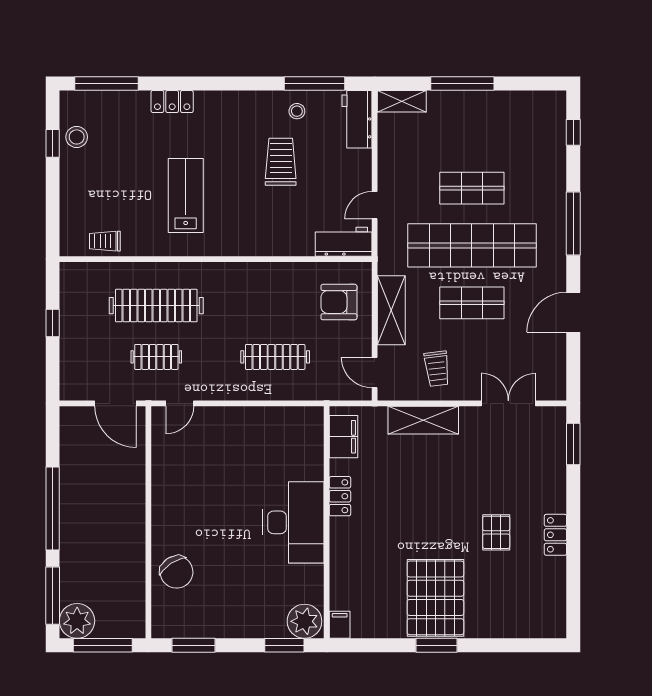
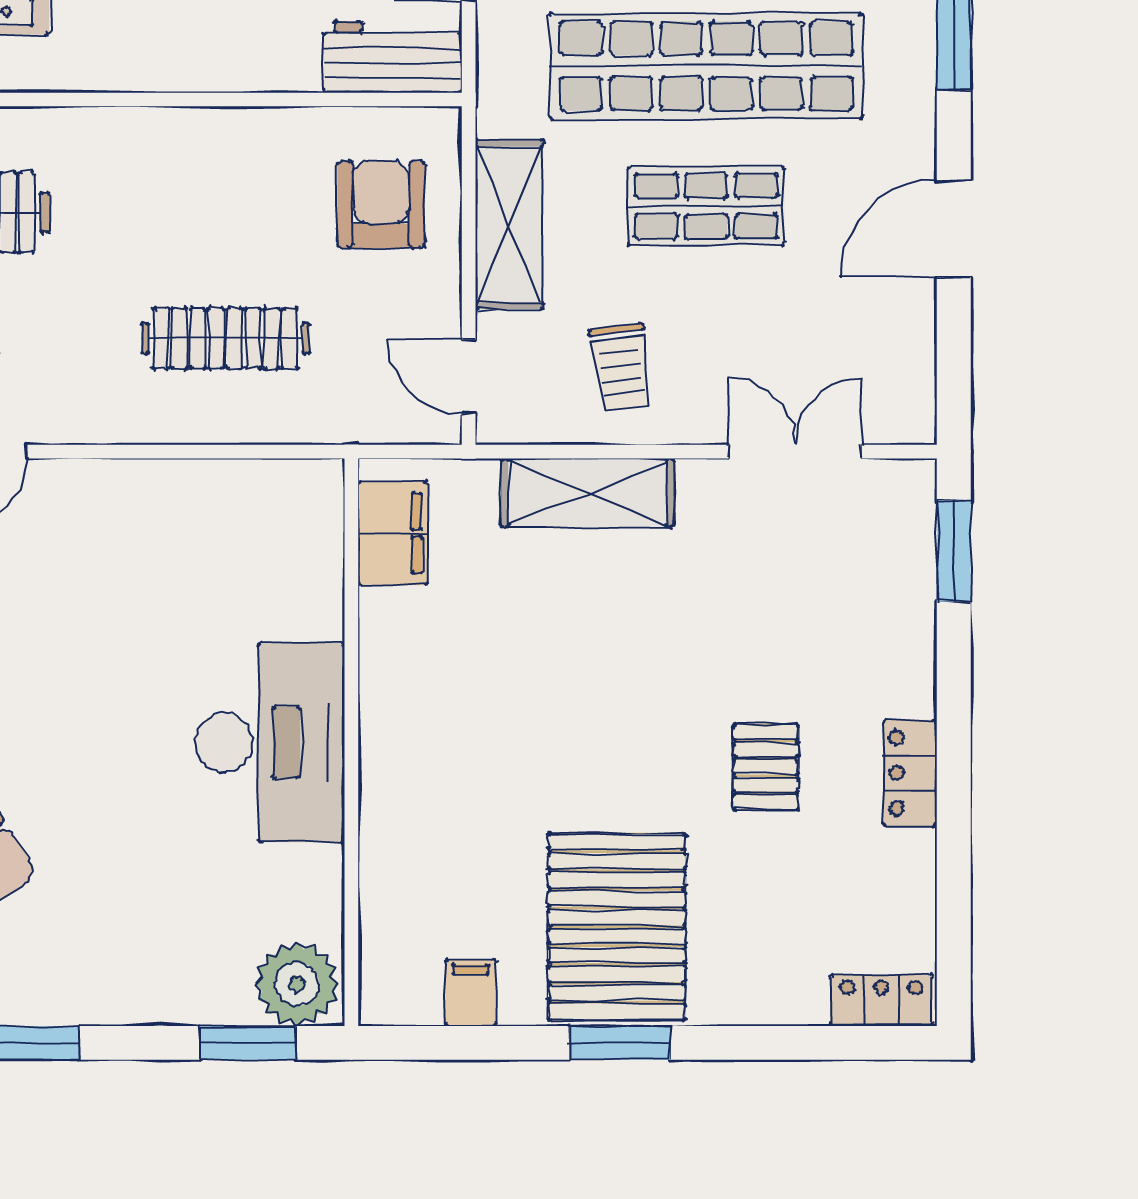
armchair: (339, 302) -> (381, 204), turned 90
locker: (340, 496) -> (881, 1000), moved, turned -90
filing cabinet: (340, 625) -> (470, 993), moved

